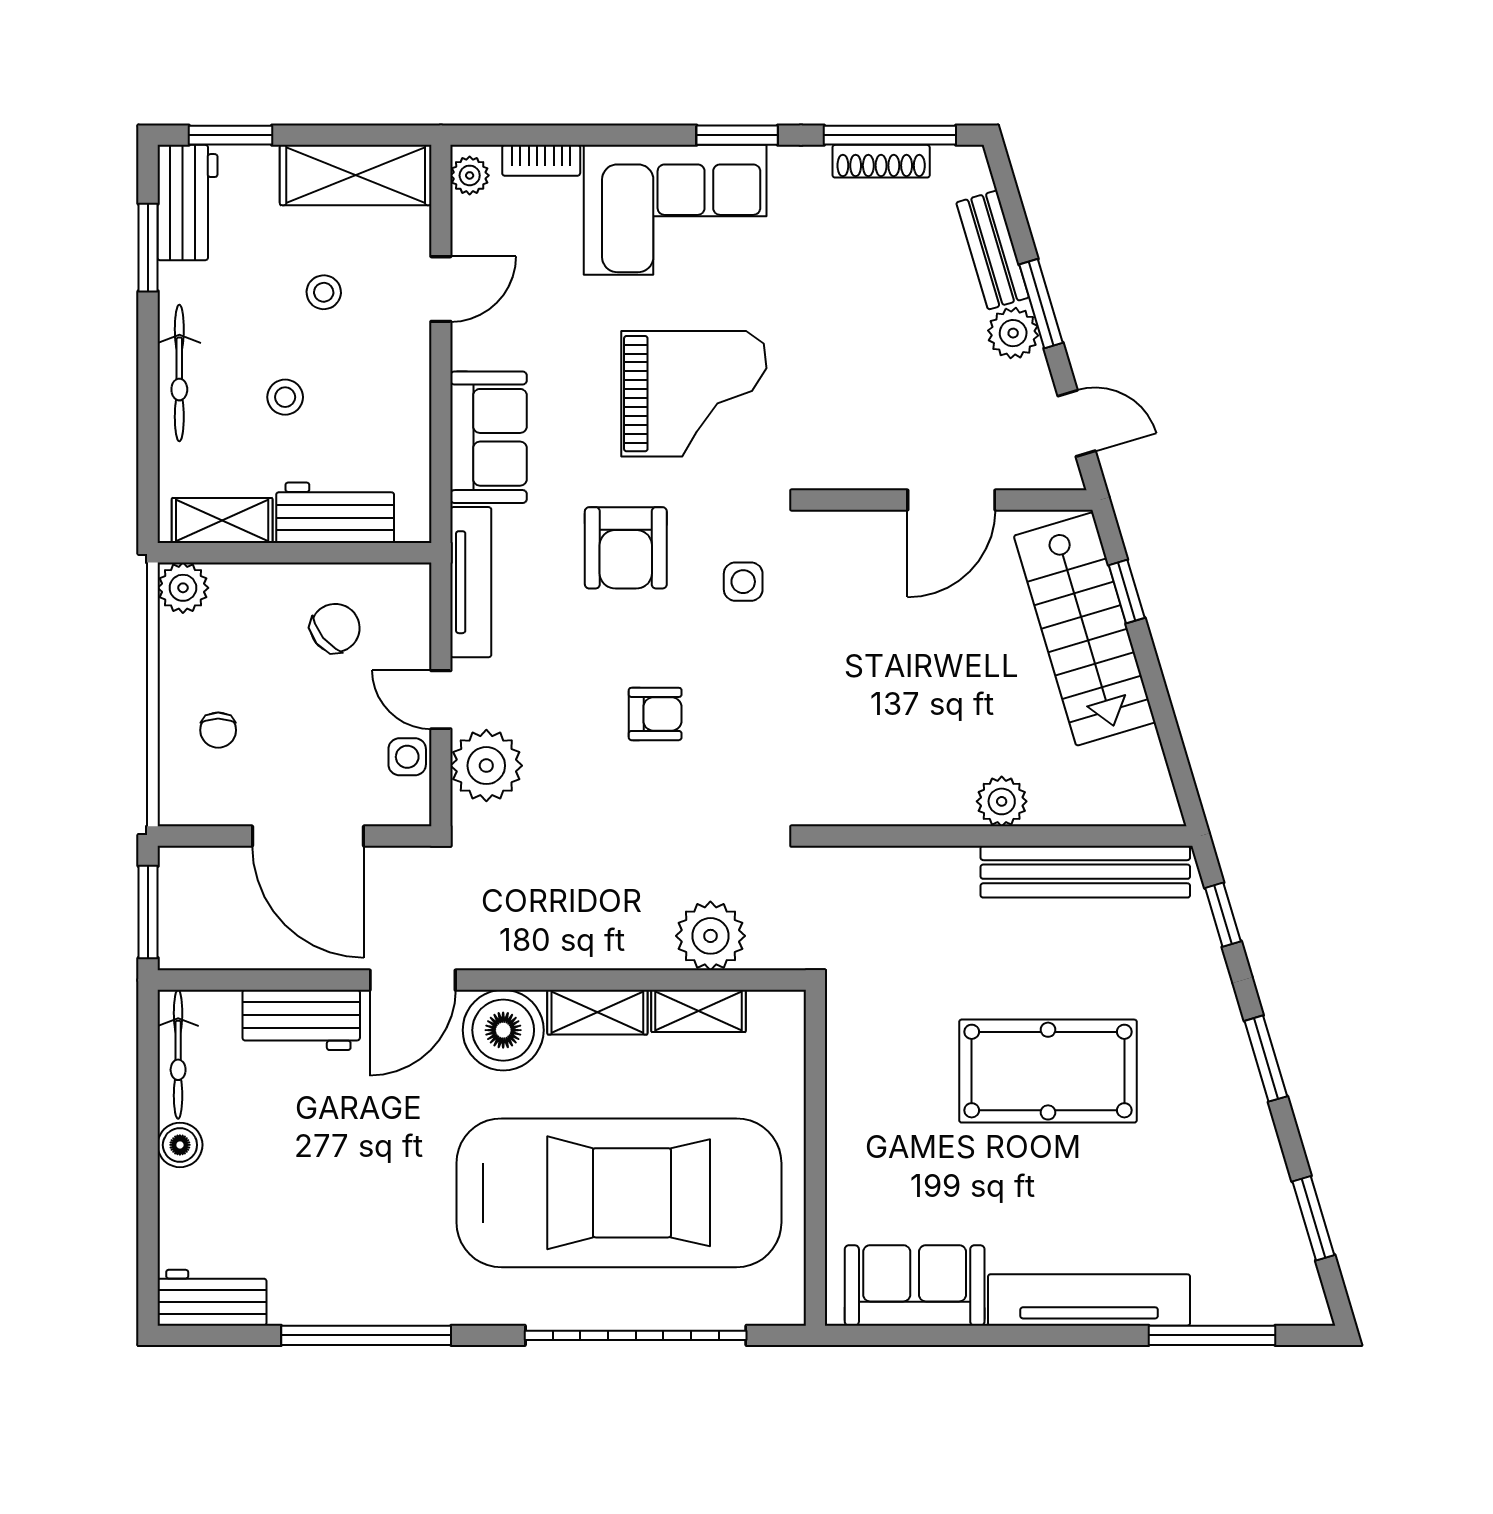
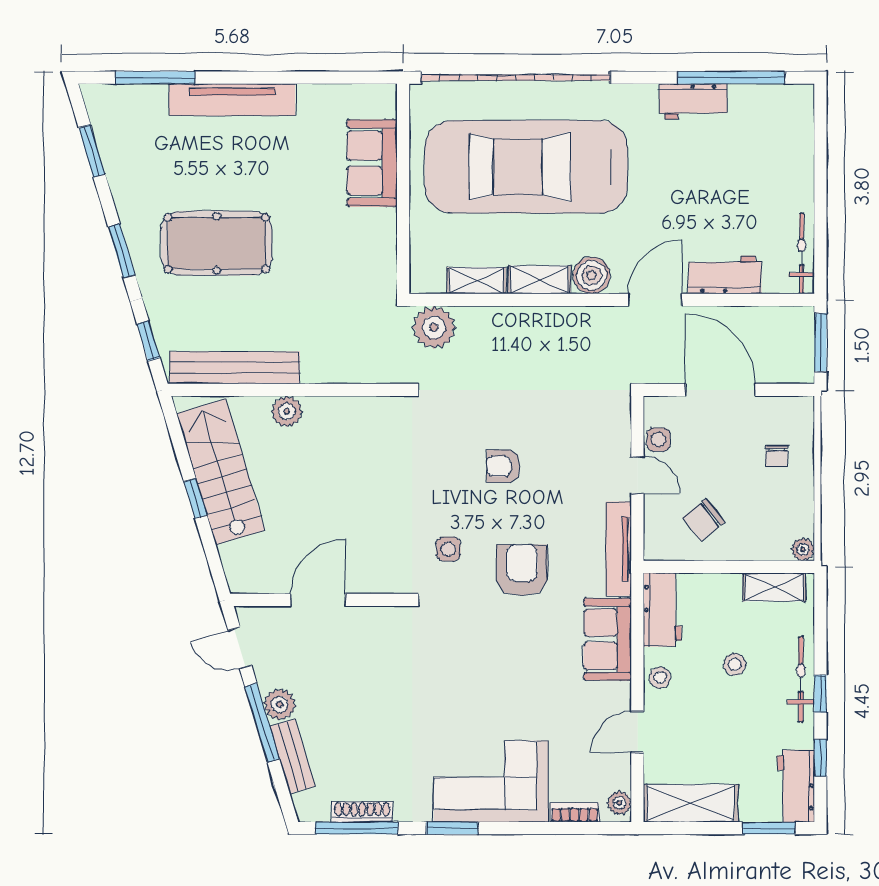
window: (148, 248) -> (820, 758), width x0.67
stool: (324, 292) -> (660, 678), moved
window: (1041, 304) -> (262, 723), width x1.44
window: (148, 350) -> (820, 694), added
grand piano: (694, 394) -> (479, 666), removed
workbench: (335, 513) -> (662, 610), moved, turned -90
plant: (183, 588) -> (803, 549), width x0.73, depth x0.73
window: (1127, 591) -> (195, 498), moved
stairs: (1085, 629) -> (221, 472), moved
chair: (218, 730) -> (777, 456), turned 180
plant: (486, 766) -> (609, 434), removed
plant: (710, 936) -> (434, 327), moved
boiler: (503, 1030) -> (592, 275), width x0.73, depth x0.73
pool table: (1048, 1071) -> (217, 243), moved
boiler: (180, 1145) -> (800, 197), removed
sofa: (915, 1285) -> (372, 163), moved, turned 90
workbench: (212, 1298) -> (693, 101), moved
window: (366, 1335) -> (731, 78), moved
garage door: (636, 1335) -> (516, 78), width x1.36

